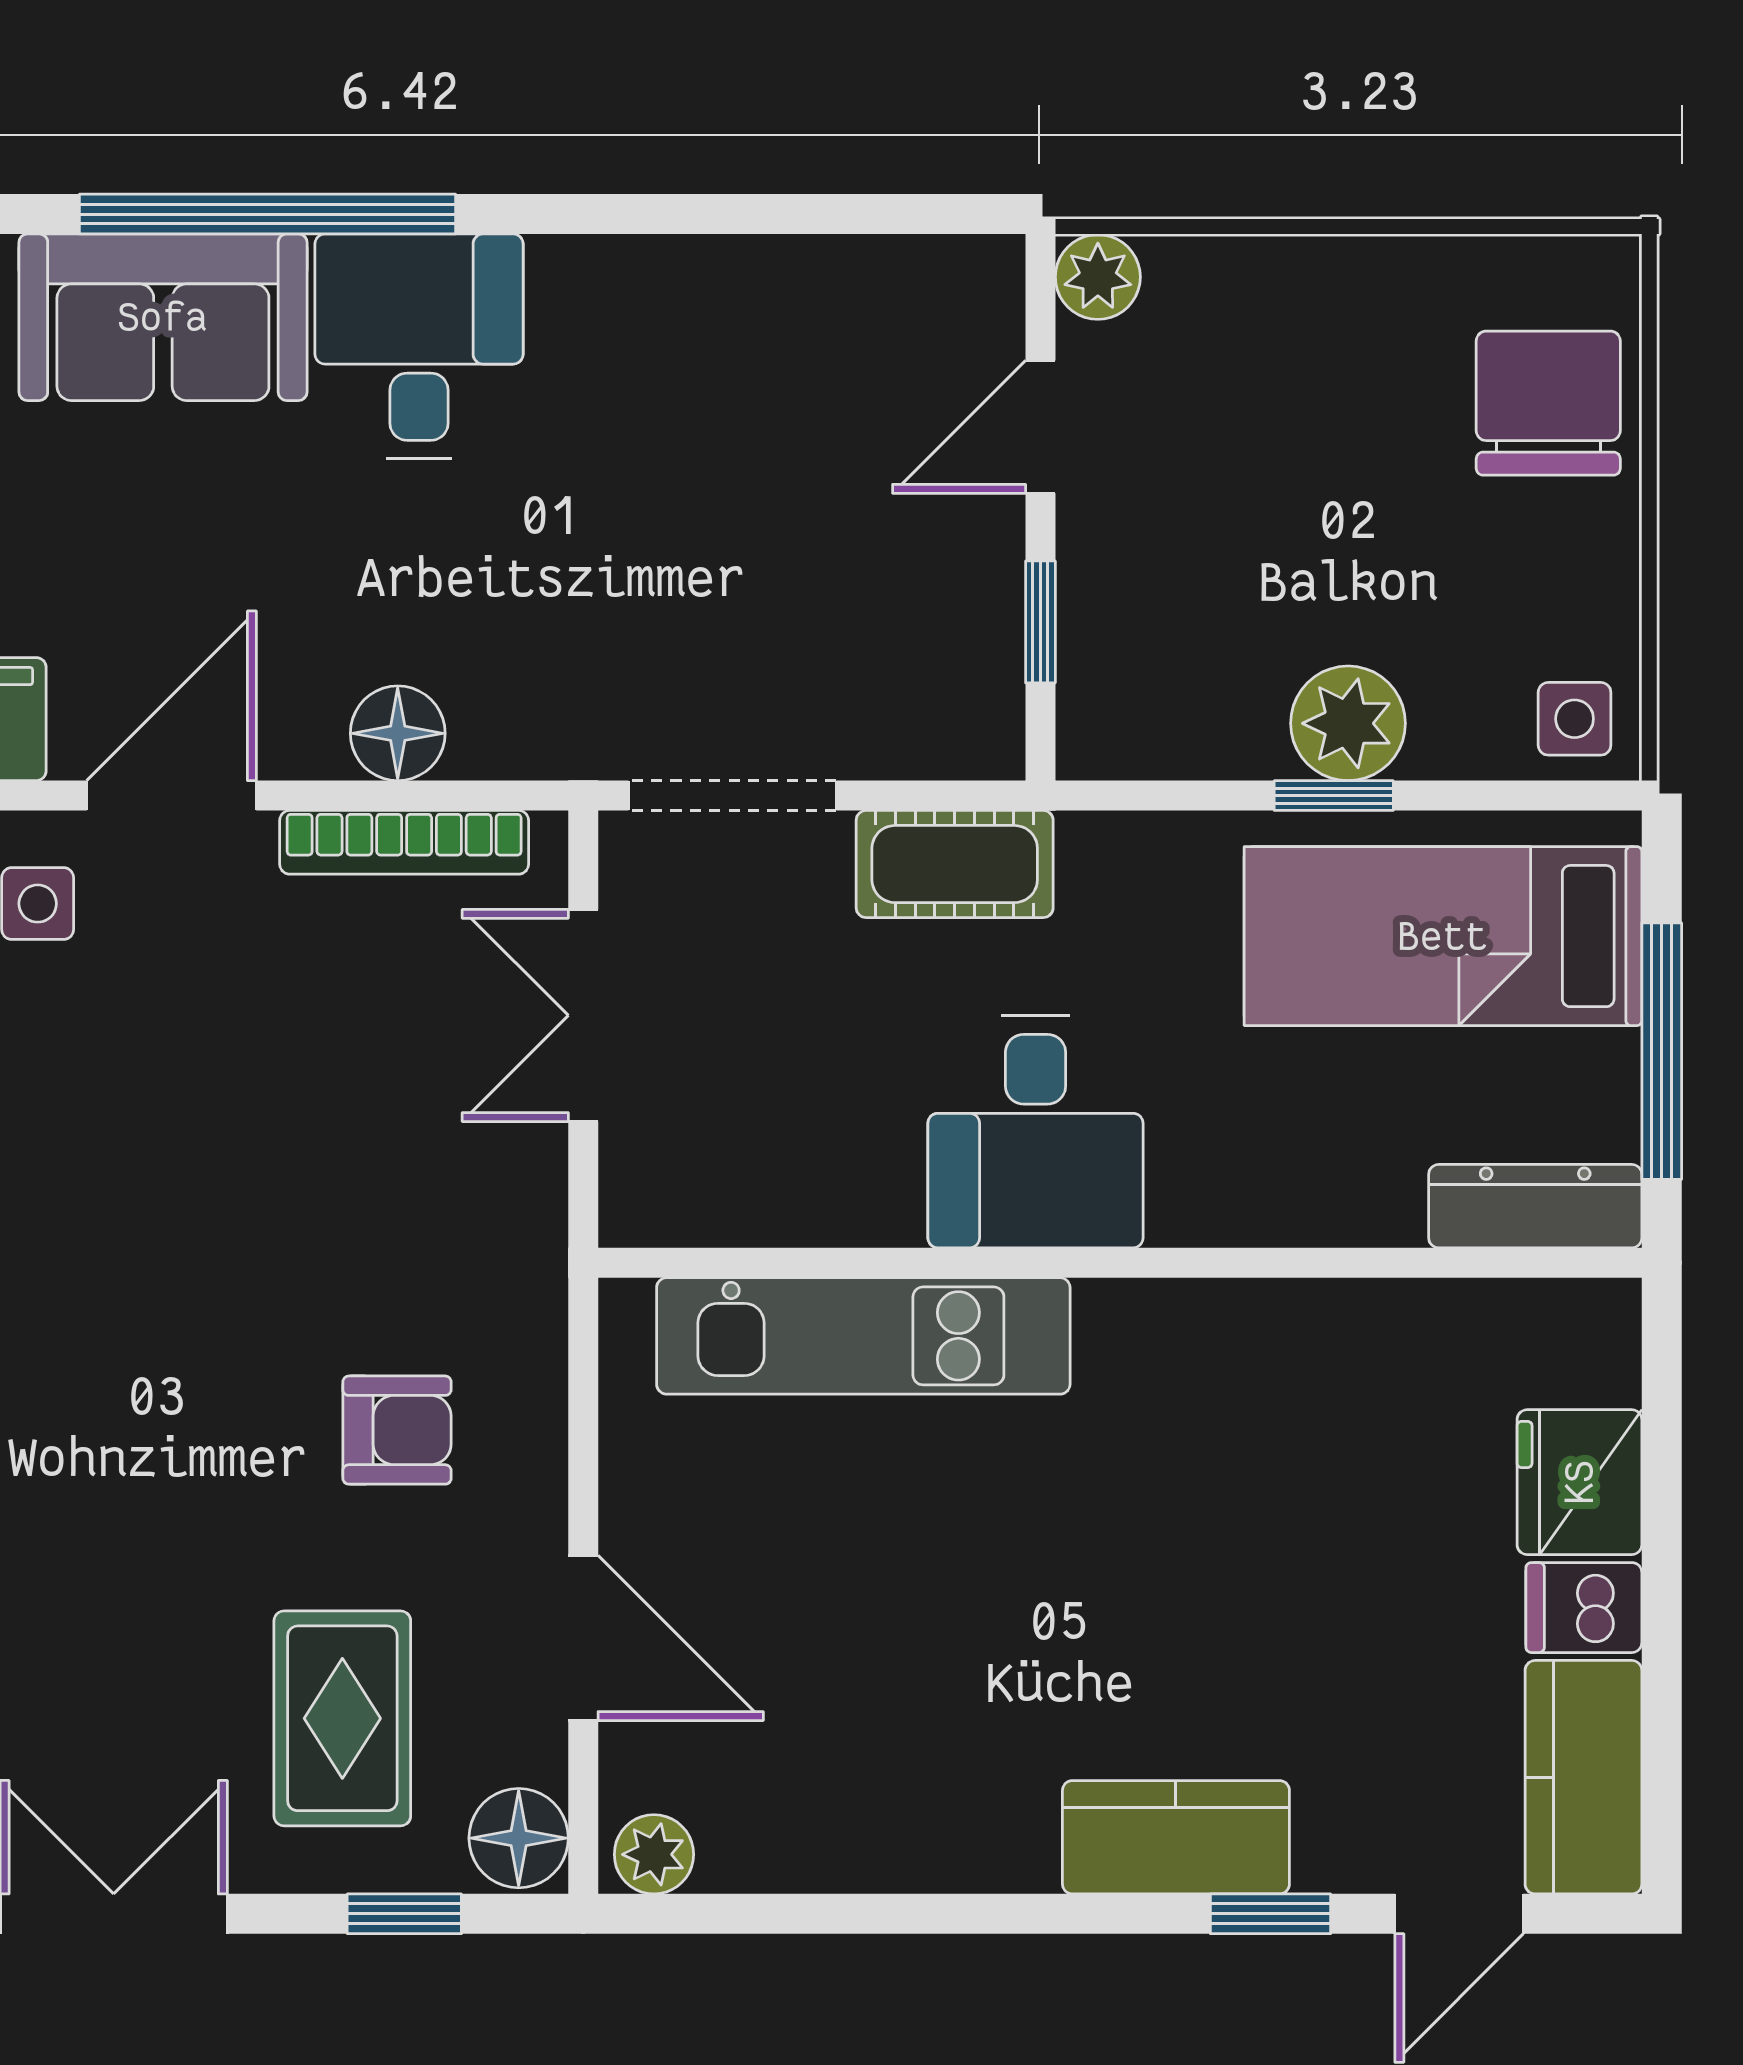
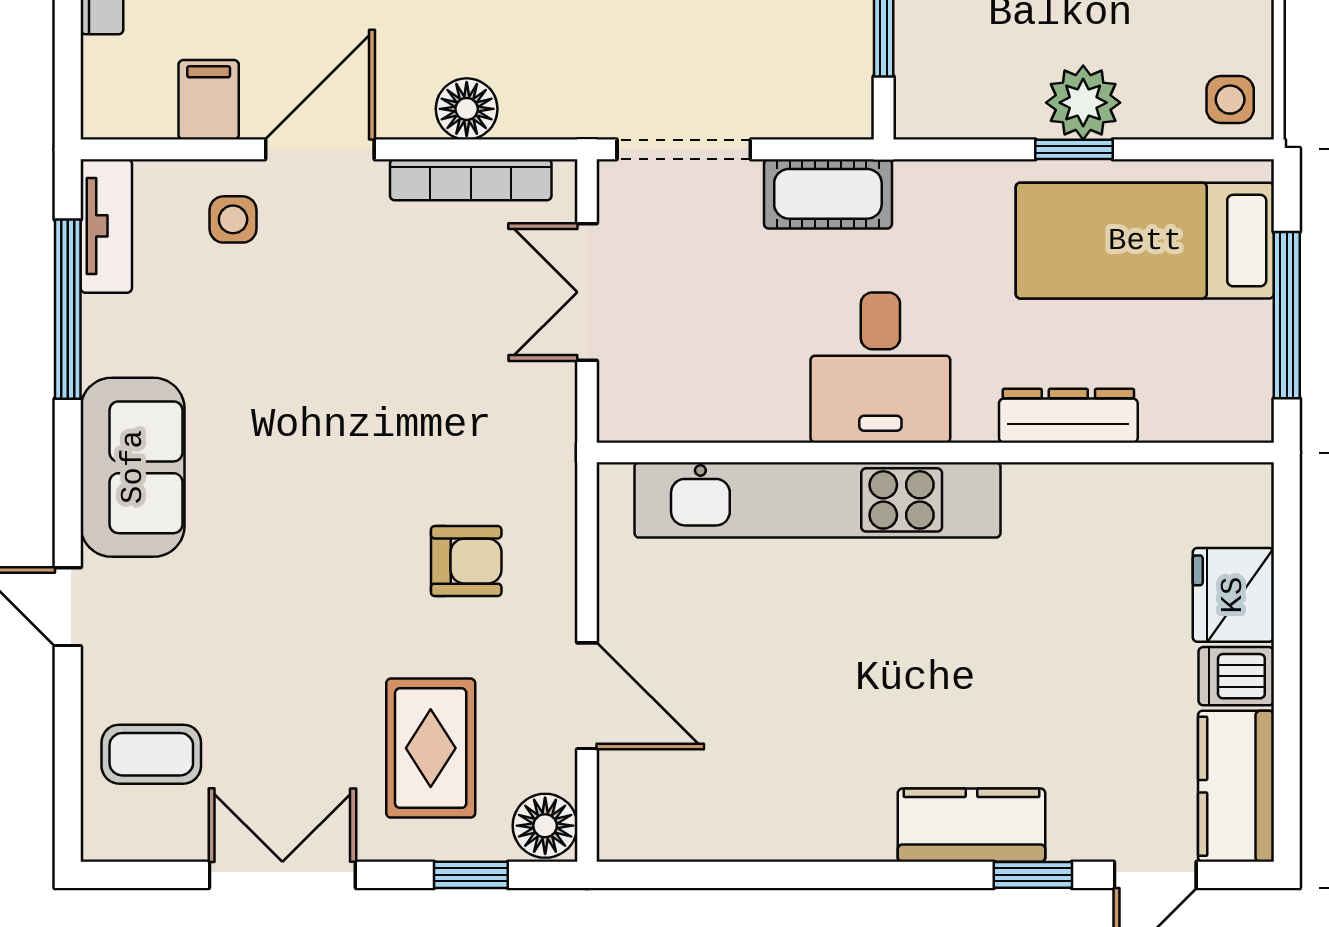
dresser: (1535, 1206) -> (1068, 416), moved
kitchen unit: (863, 1336) -> (817, 500), width x1.36
plant: (654, 1854) -> (633, 836), removed

